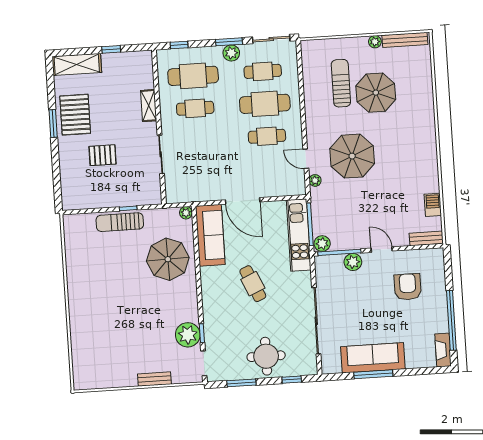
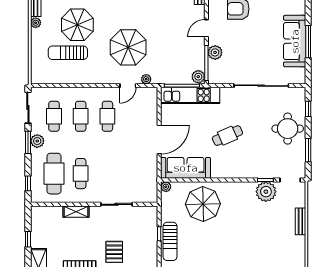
cafe table: (265, 104) -> (81, 116), width x0.73, depth x0.74

